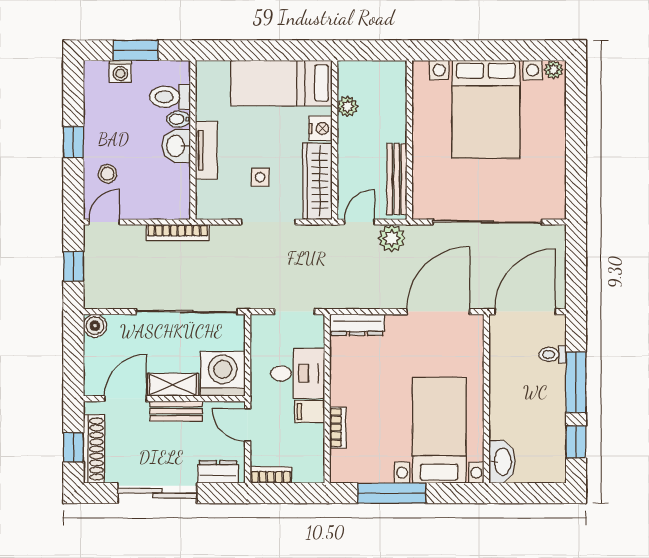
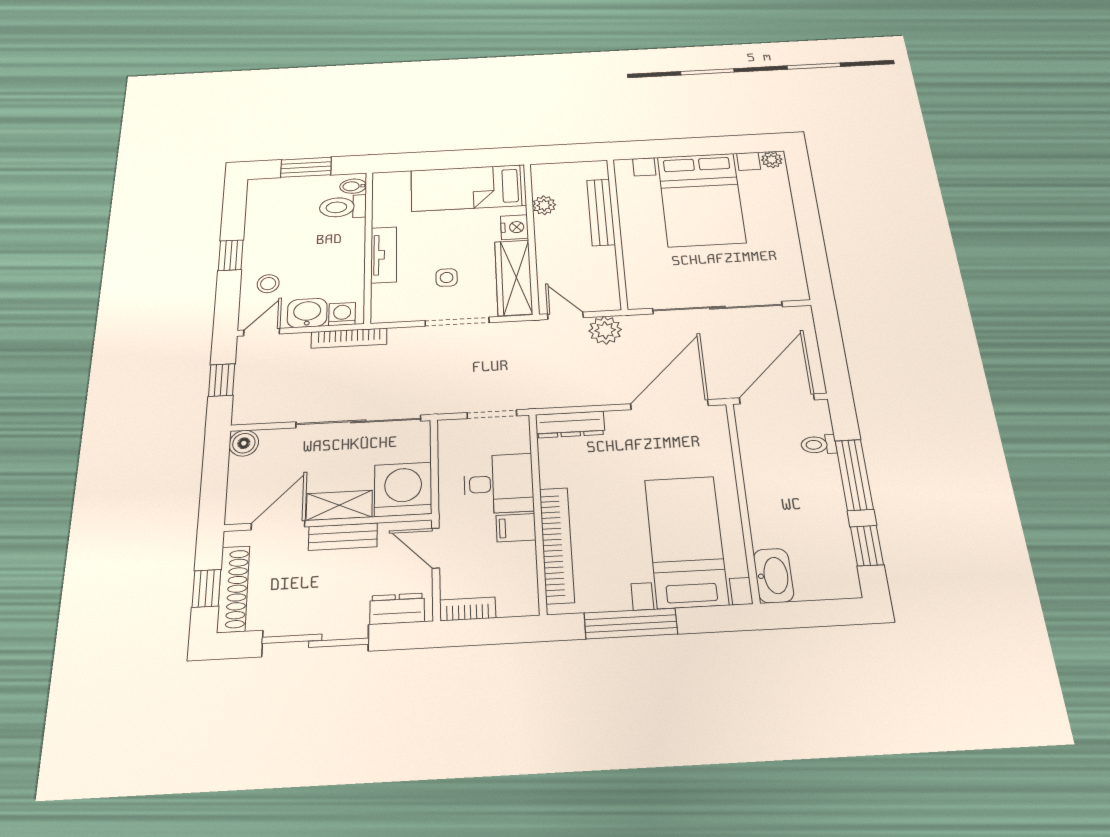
washing machine: (120, 71) -> (342, 314), moved, turned 180
bidet: (179, 119) -> (353, 186), moved
washbasin: (176, 146) -> (307, 313), moved, turned 90
bench: (397, 179) -> (601, 212), moved
door: (359, 222) -> (565, 316), hinge flipped
bookcase: (338, 427) -> (557, 545), width x2.31, depth x1.31

